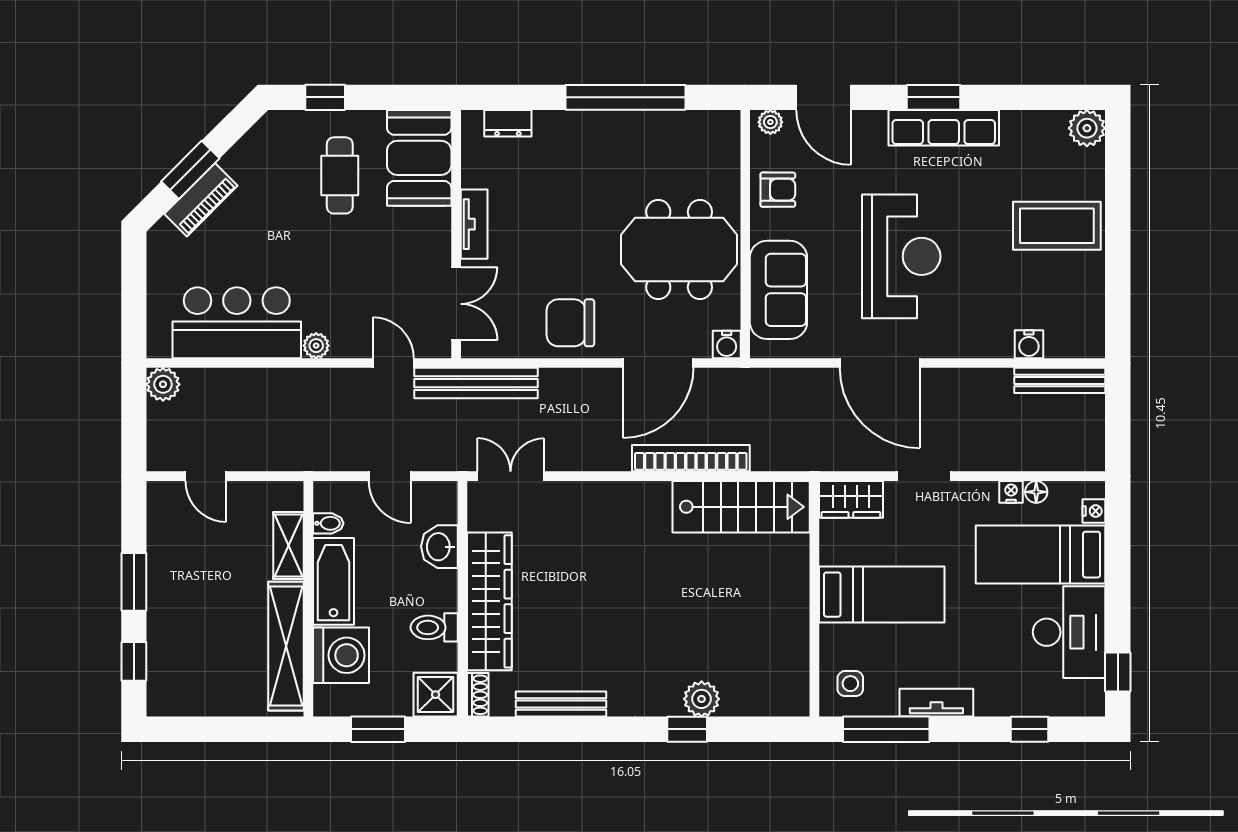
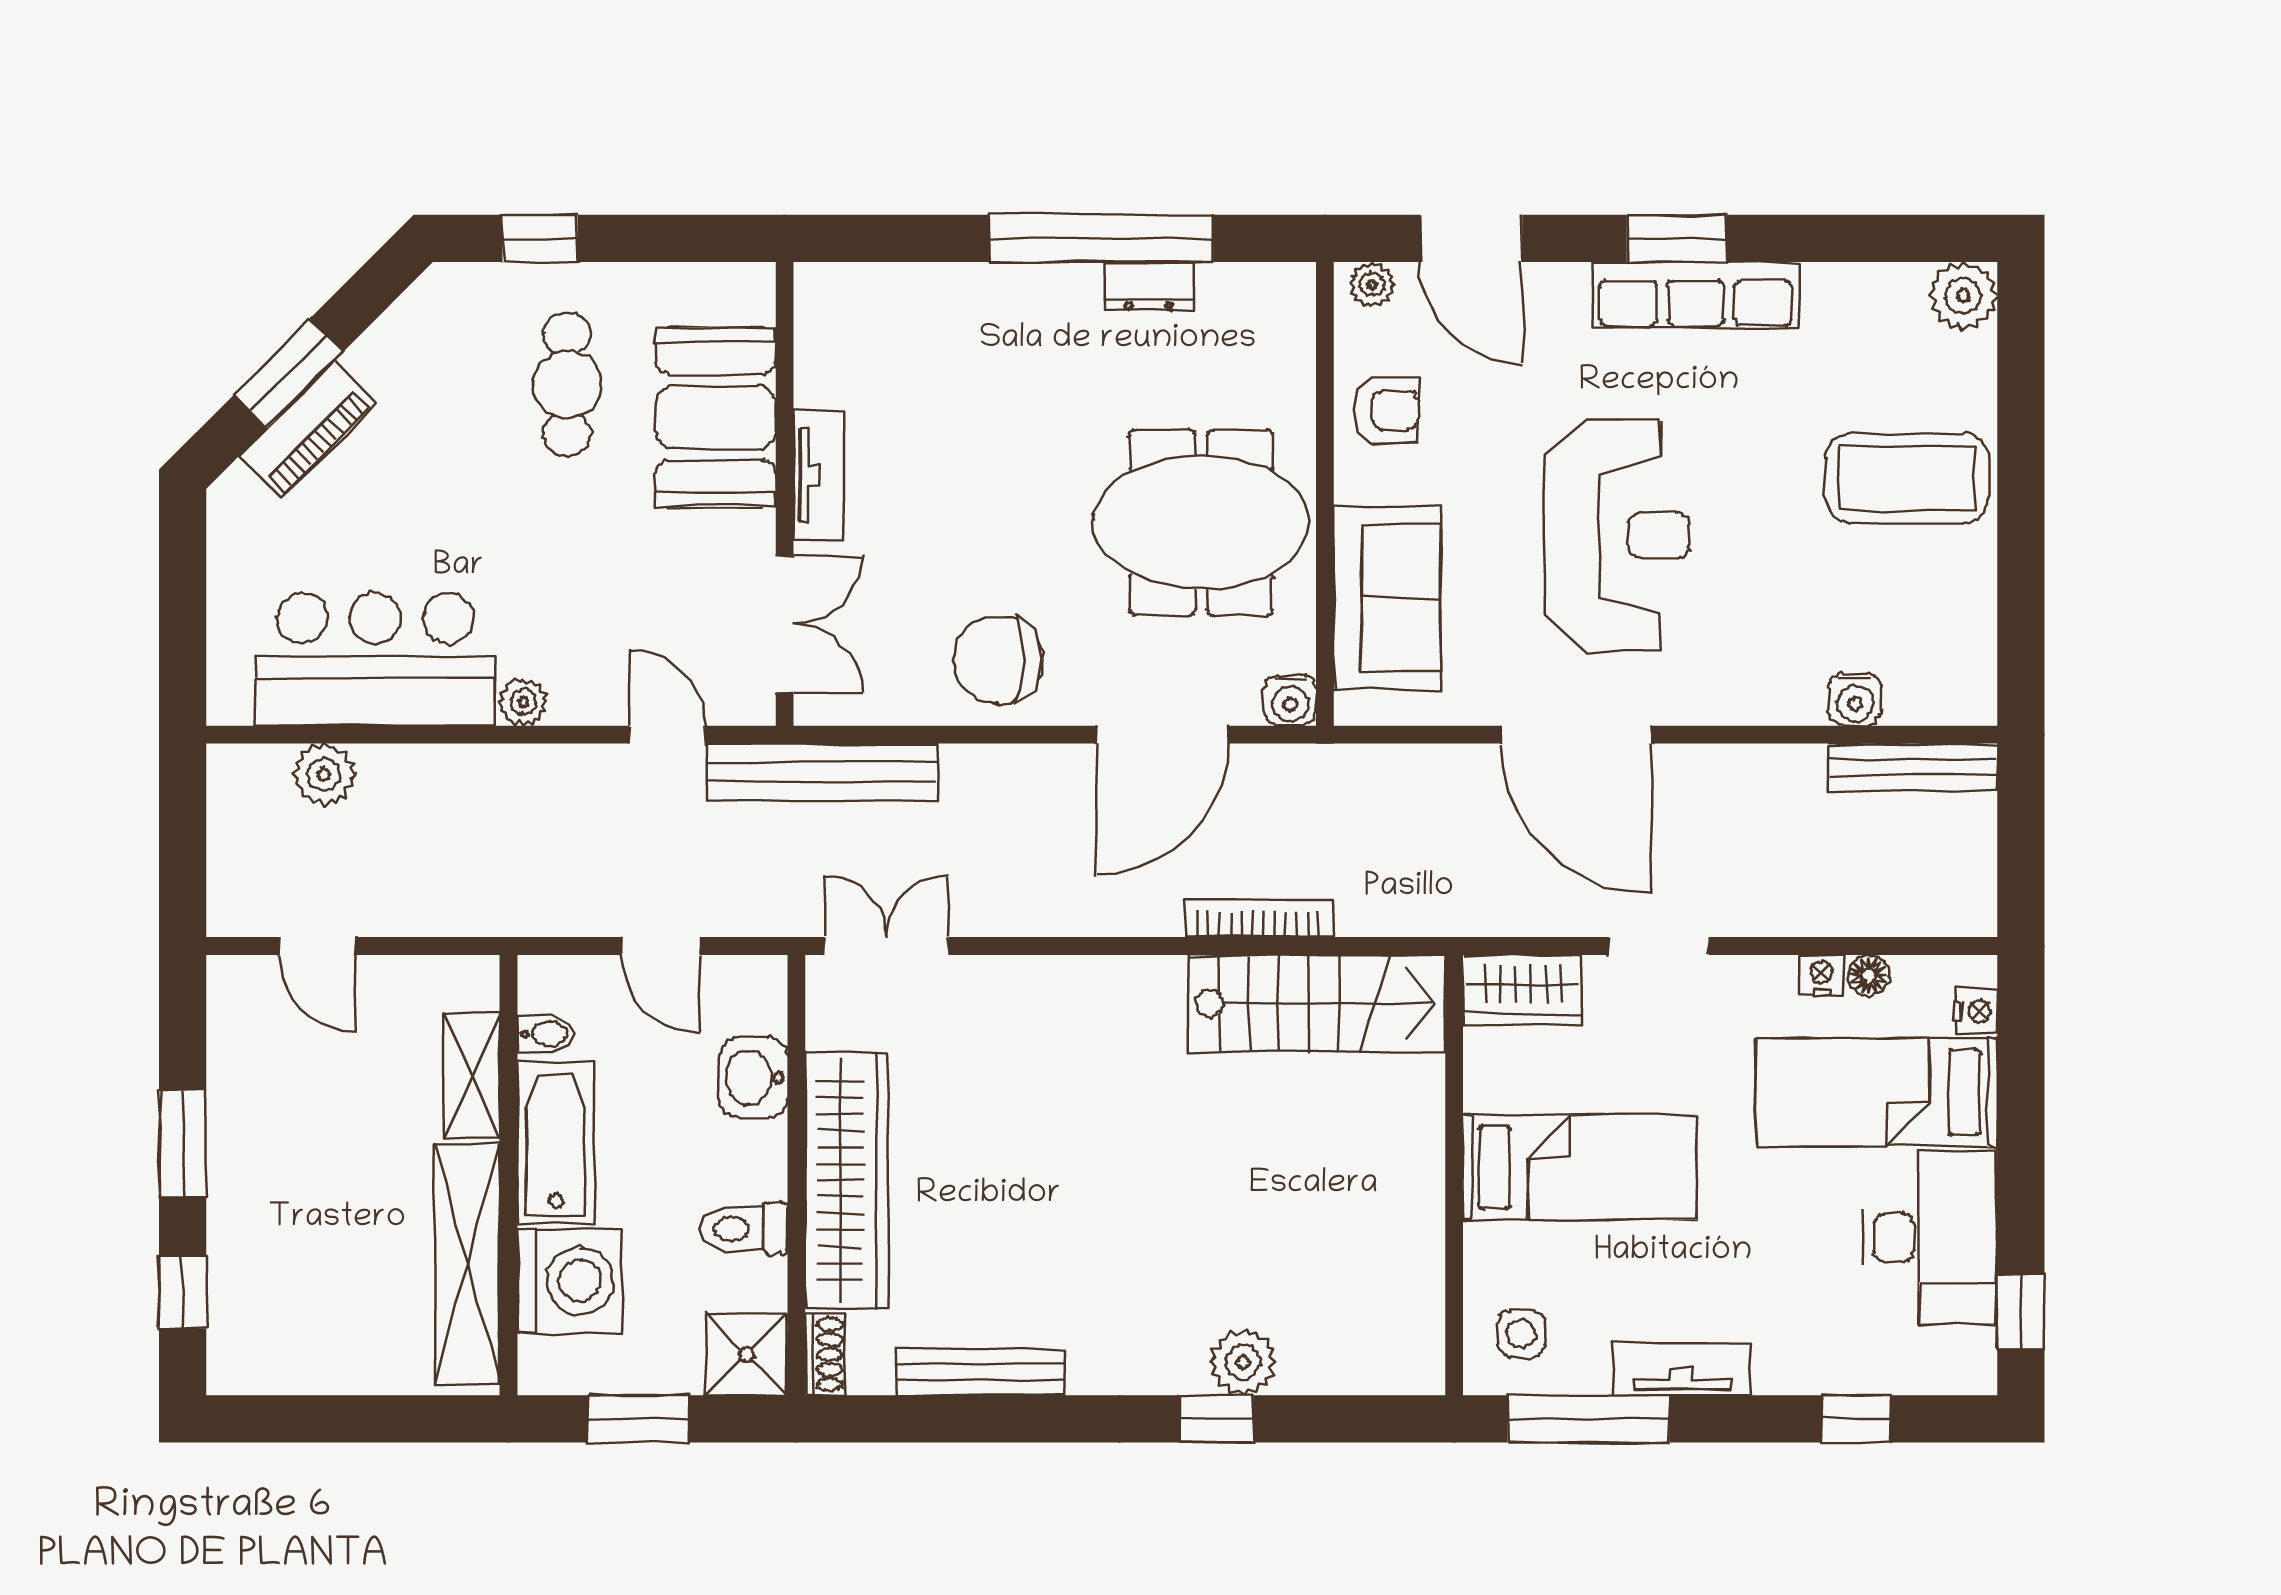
dresser: (508, 123) -> (1149, 287), moved
booth: (419, 158) -> (716, 417), moved
plant: (163, 384) -> (324, 774), moved
bookcase: (691, 458) -> (1259, 918), width x0.68, depth x0.76

